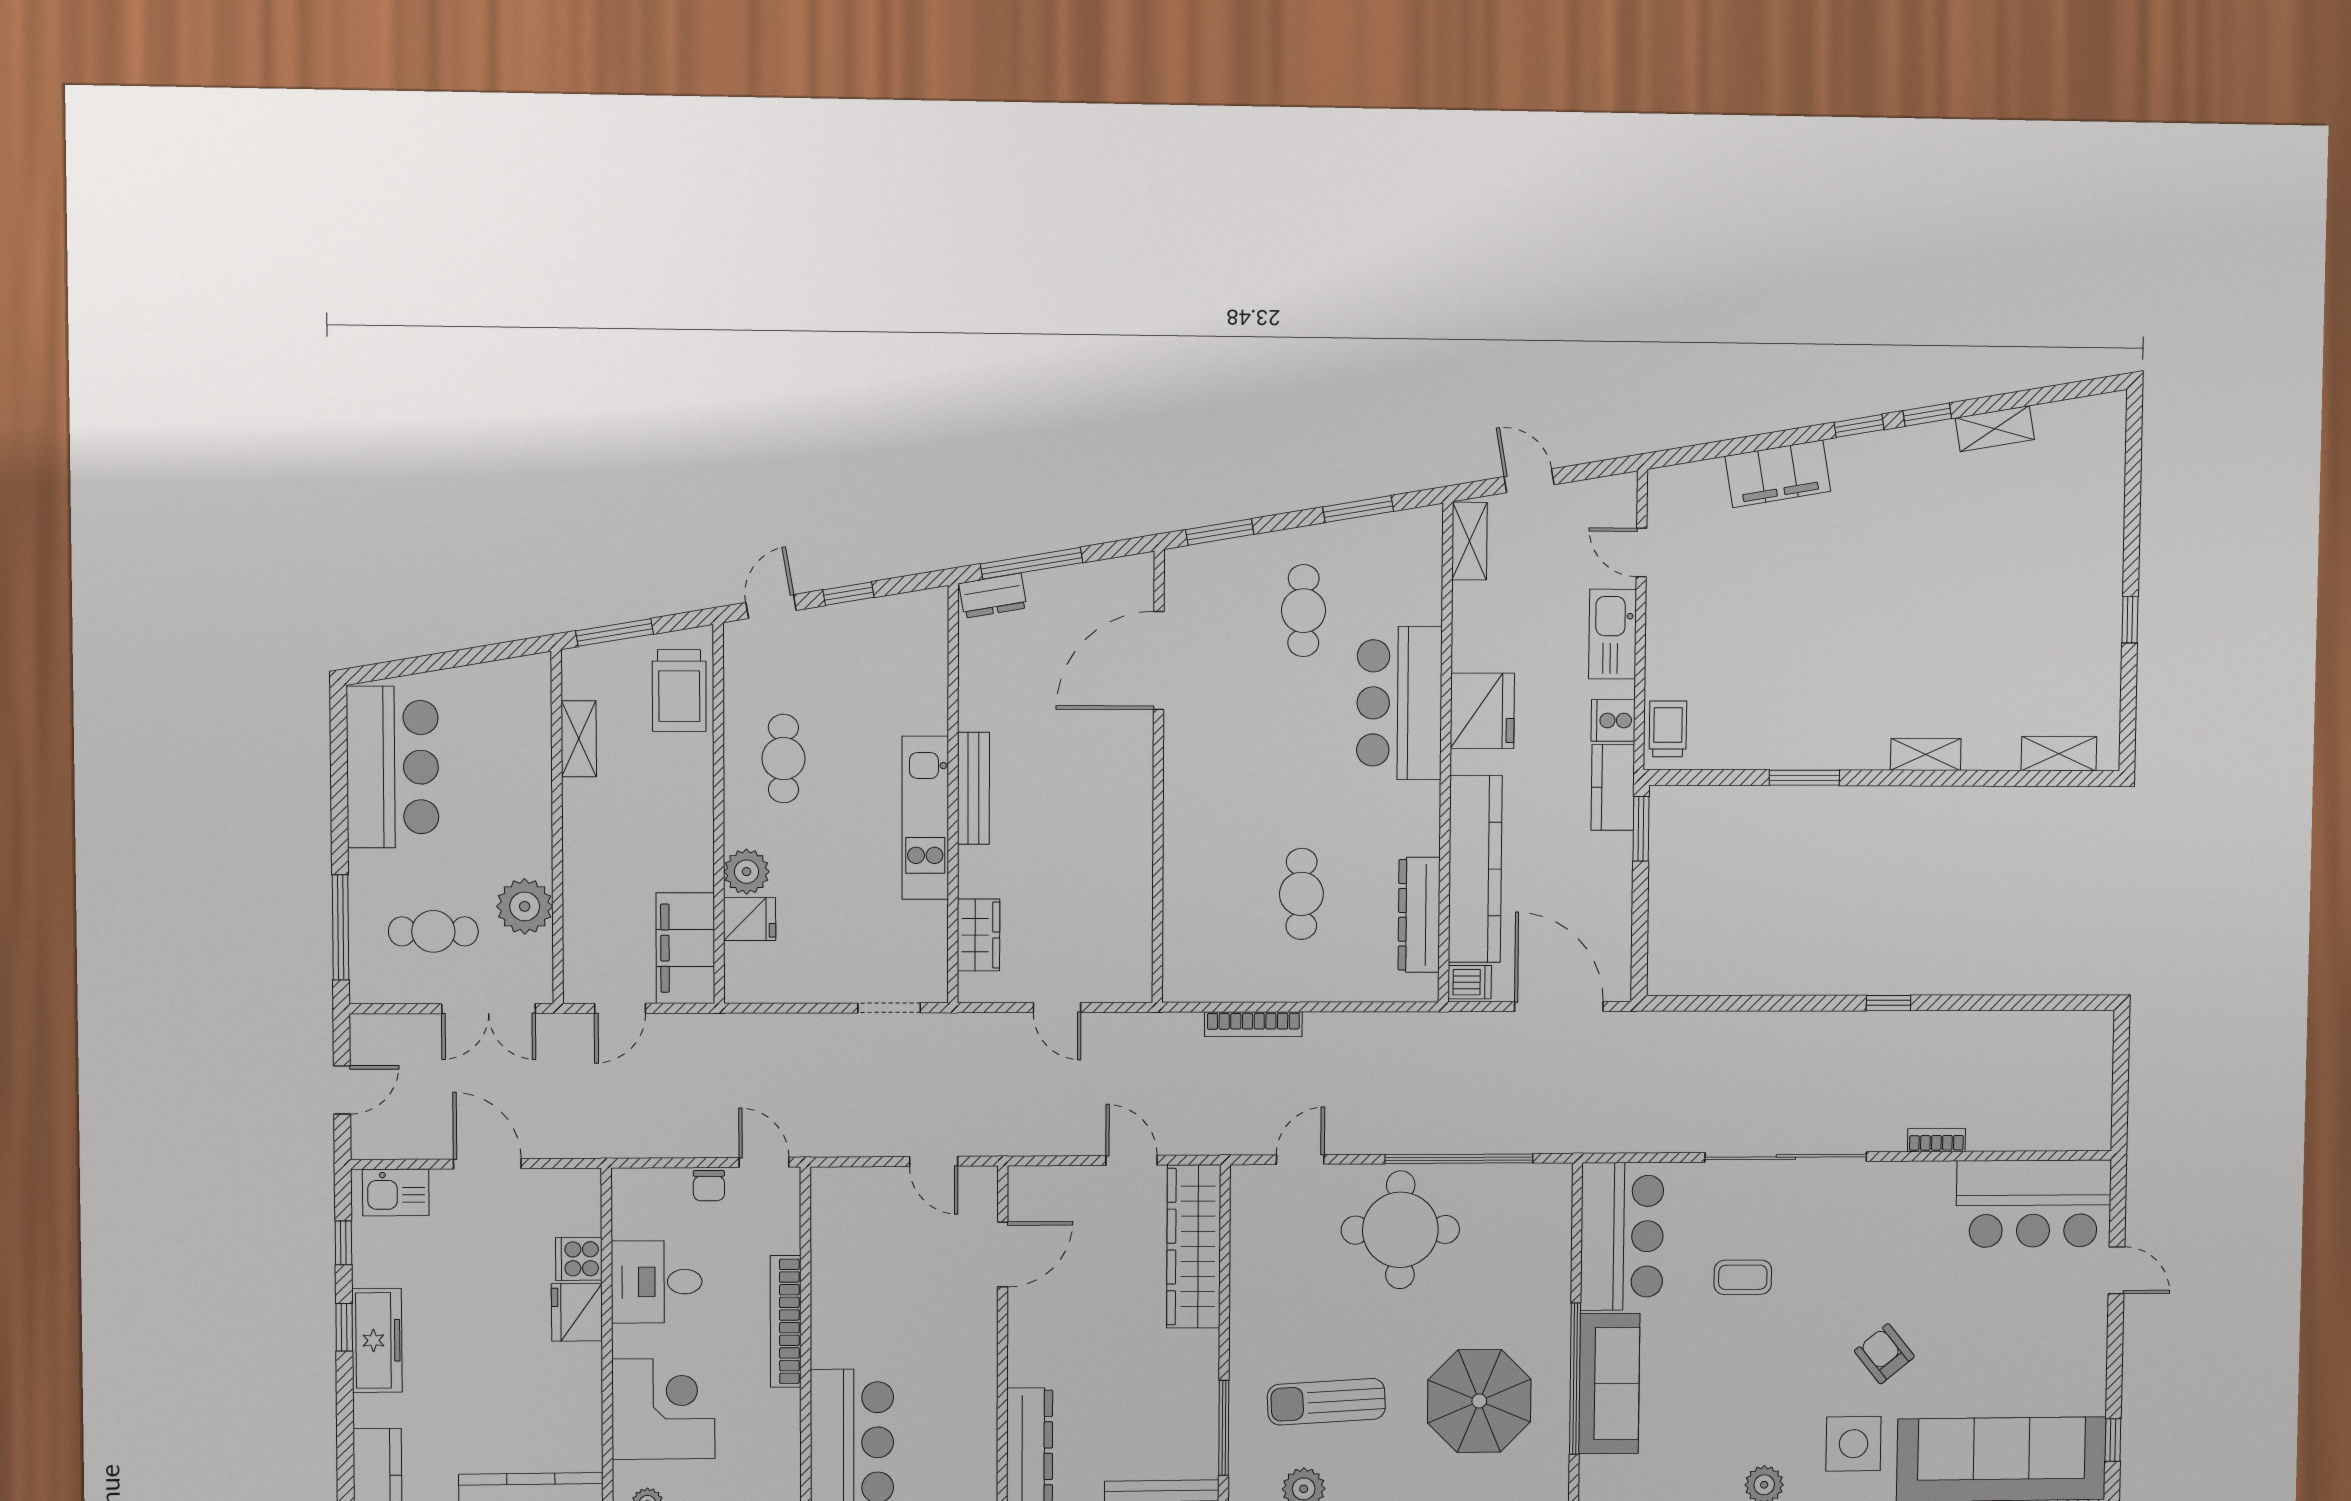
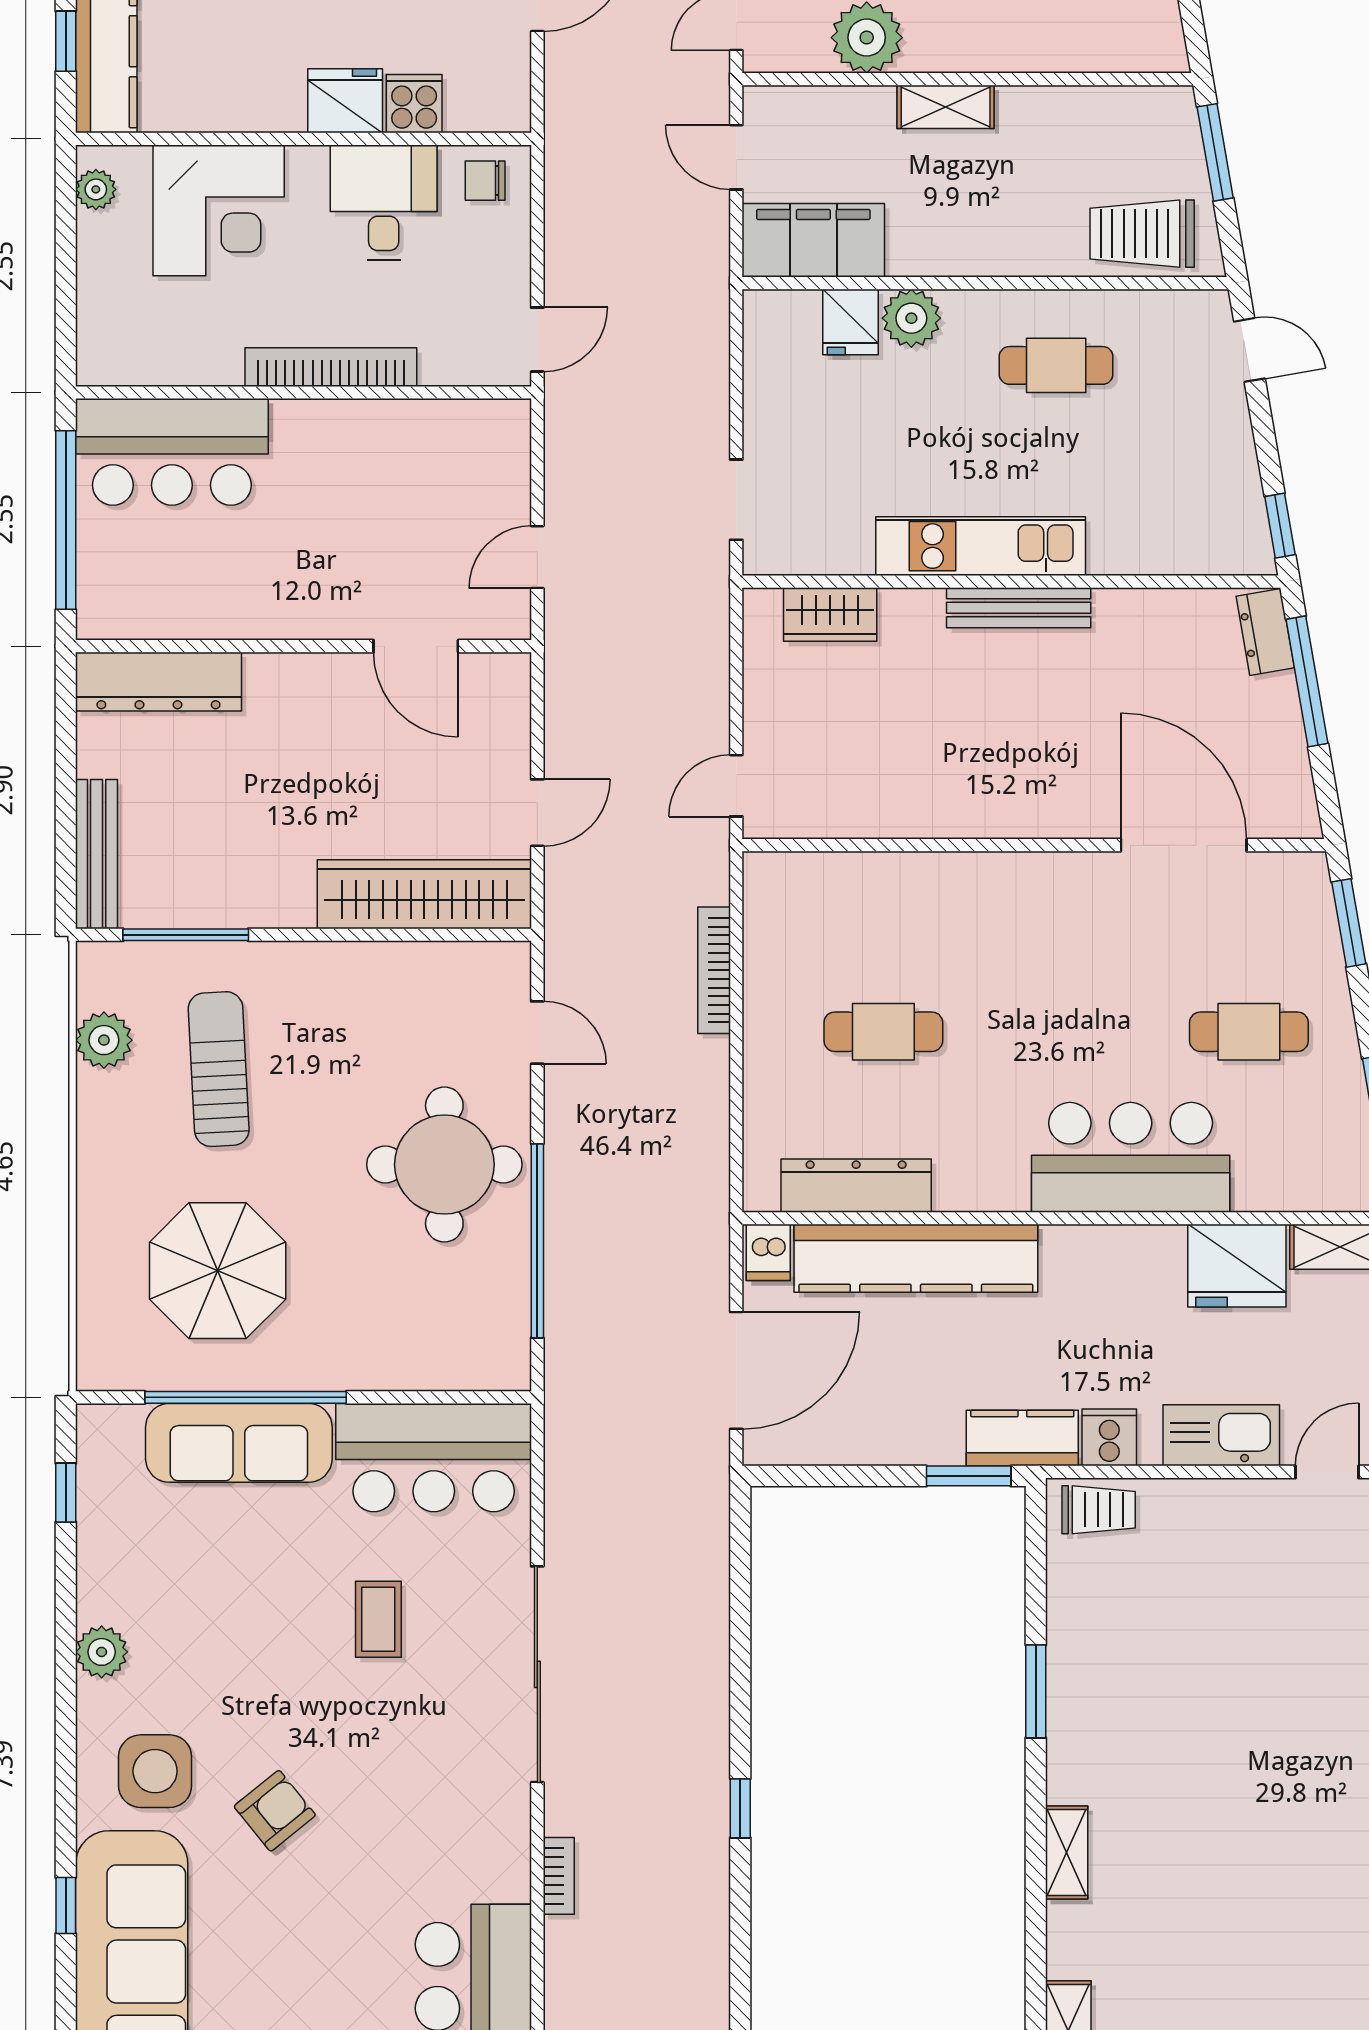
window: (848, 594) -> (1280, 526), moved
fridge: (1482, 711) -> (1237, 1266), moved
shelving: (579, 739) -> (946, 107), moved
door: (1057, 1008) -> (736, 786), moved
chair: (709, 1186) -> (485, 181), moved

